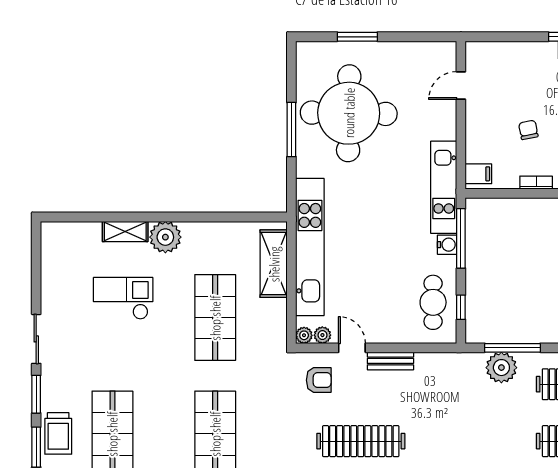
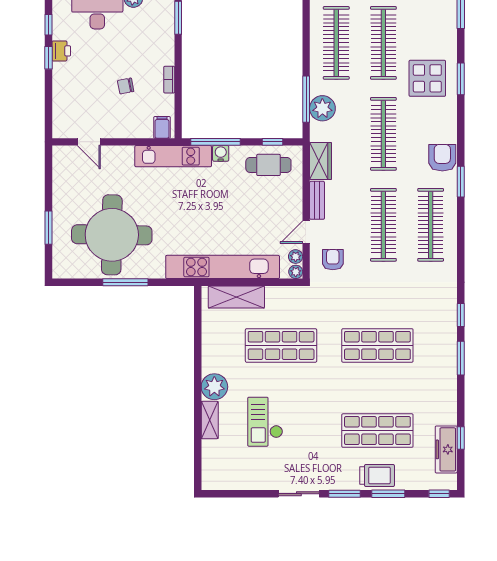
wardrobe: (438, 365) -> (321, 161), added
clothes rail: (471, 441) -> (383, 134), added

